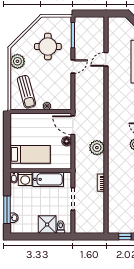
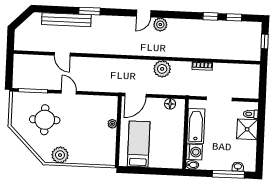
sun lounger: (26, 92) -> (95, 146), removed
floor lamp: (67, 141) -> (170, 104), moved
bed: (30, 154) -> (139, 144), moved

